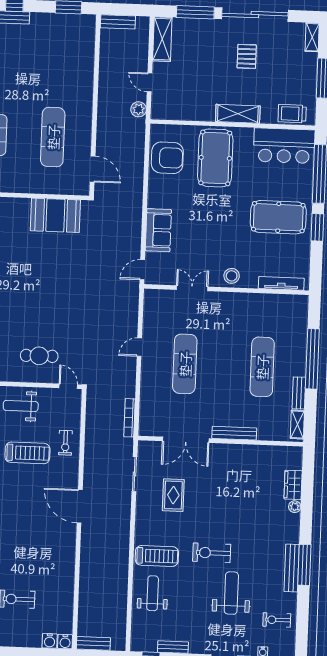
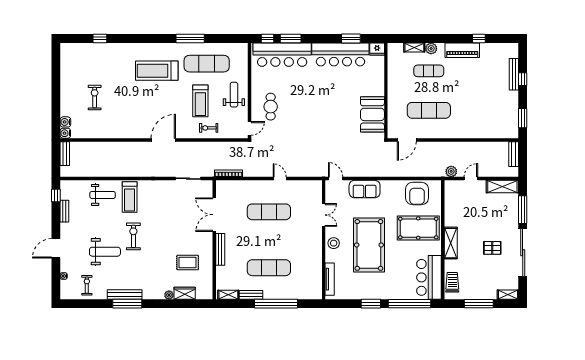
pool table: (278, 217) -> (369, 245), moved, width x1.36, depth x1.32
rug: (173, 495) -> (188, 262), moved

